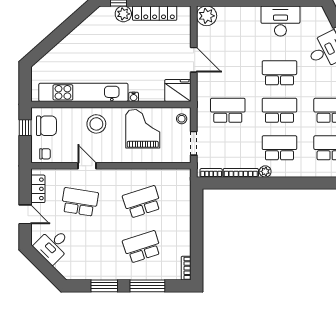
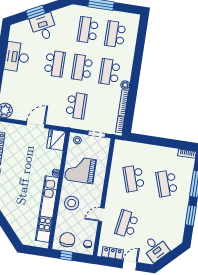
school desk: (279, 73) -> (55, 64), turned 180
school desk: (228, 110) -> (76, 105), turned 180

